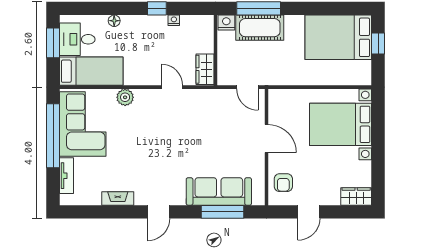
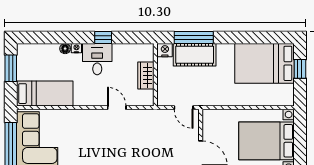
nightstand: (174, 20) -> (76, 48), moved
desk: (77, 39) -> (97, 59), moved, turned 90
wardrobe: (205, 69) -> (146, 75), moved
plant: (125, 97) -> (75, 117), removed

